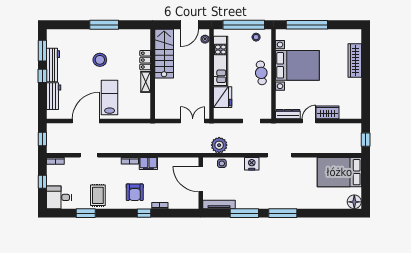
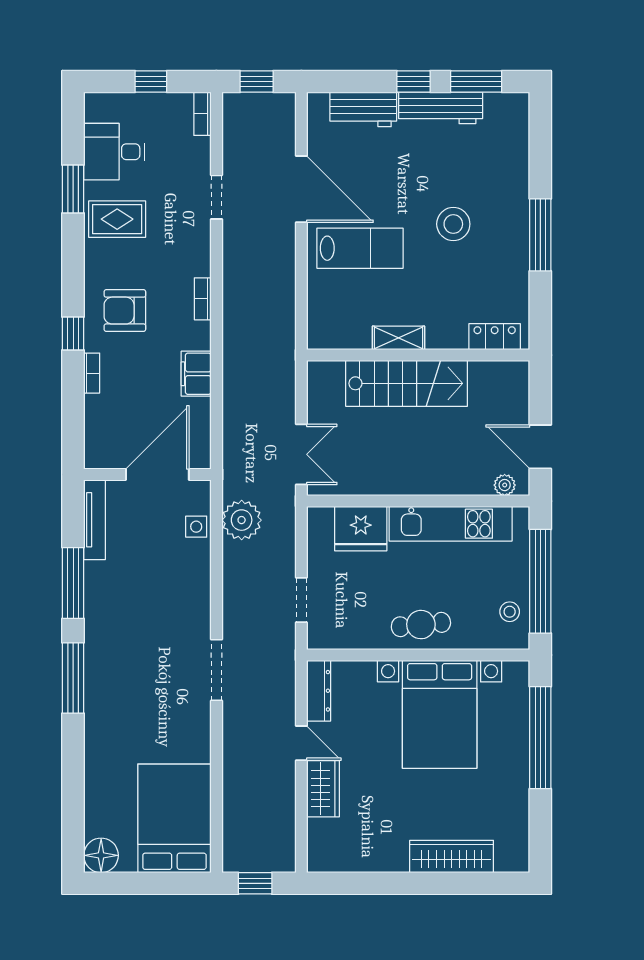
stairs: (164, 54) -> (407, 383), moved
locker: (145, 60) -> (495, 337), moved
filing cabinet: (148, 163) -> (196, 374), moved
nightstand: (252, 164) -> (196, 601), removed
desk: (59, 197) -> (114, 152), moved, turned -90

